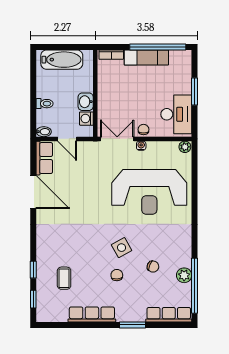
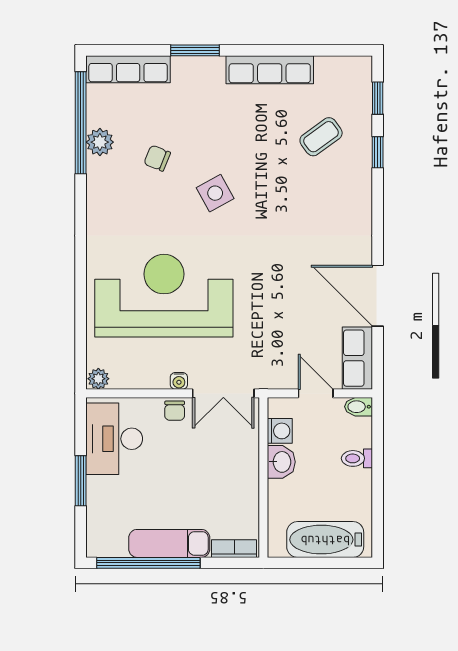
chair: (117, 275) -> (224, 142), removed
coffee table: (64, 278) -> (321, 137), turned 54

